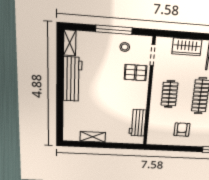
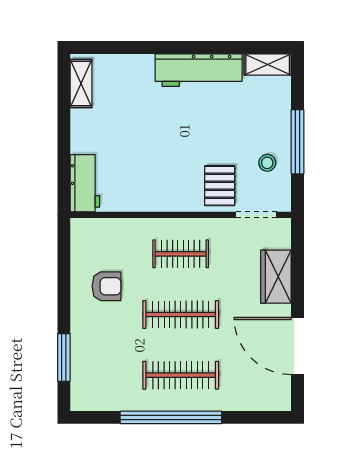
workbench: (138, 123) -> (85, 183), moved, turned 90
shelving: (93, 137) -> (81, 83), moved

